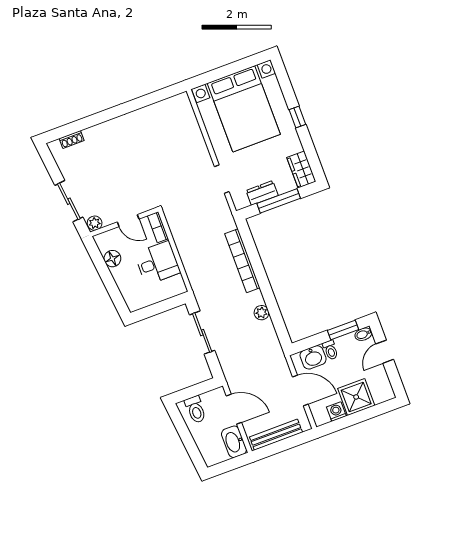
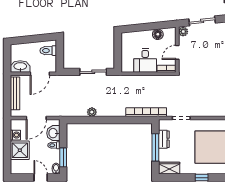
bookcase: (242, 261) -> (146, 112), moved

